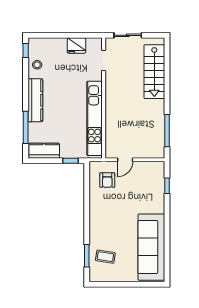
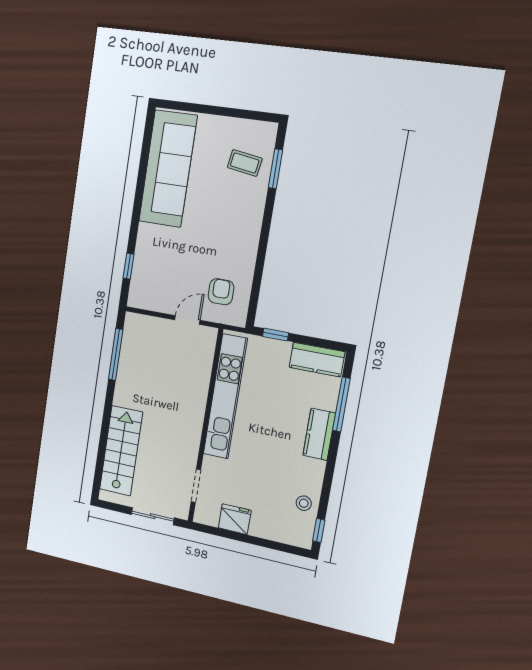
kitchen counter: (35, 100) -> (319, 434), width x0.67

